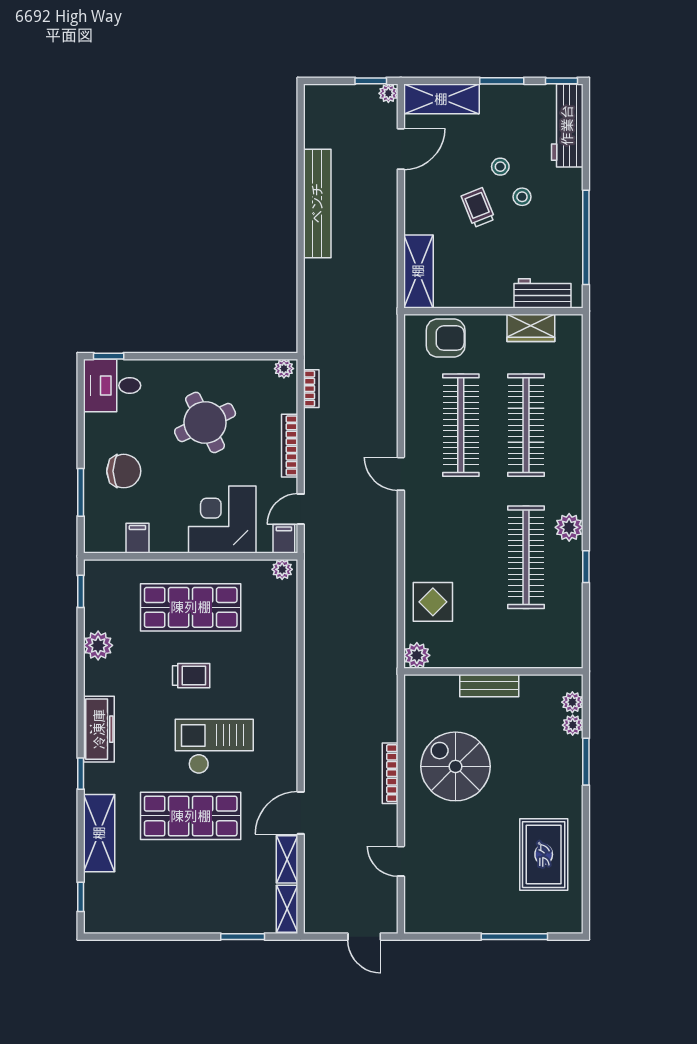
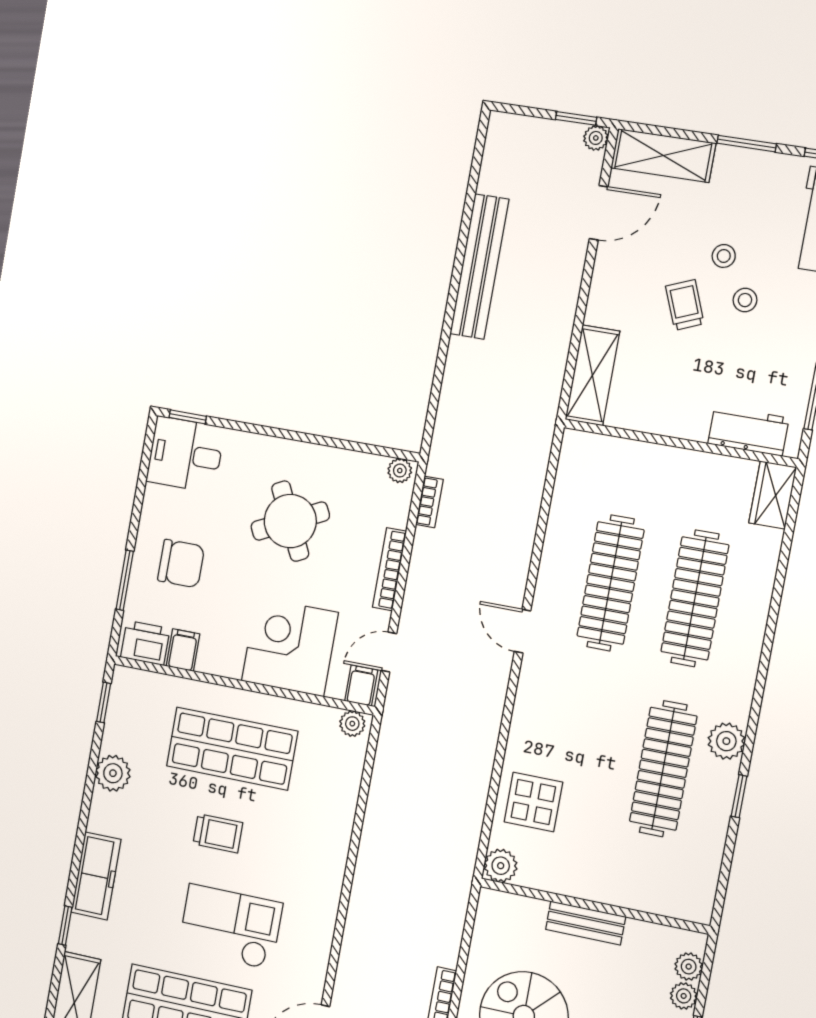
wardrobe: (531, 328) -> (773, 495), moved, turned 90
armchair: (446, 338) -> (612, 467), removed
printer: (106, 538) -> (145, 643), added

